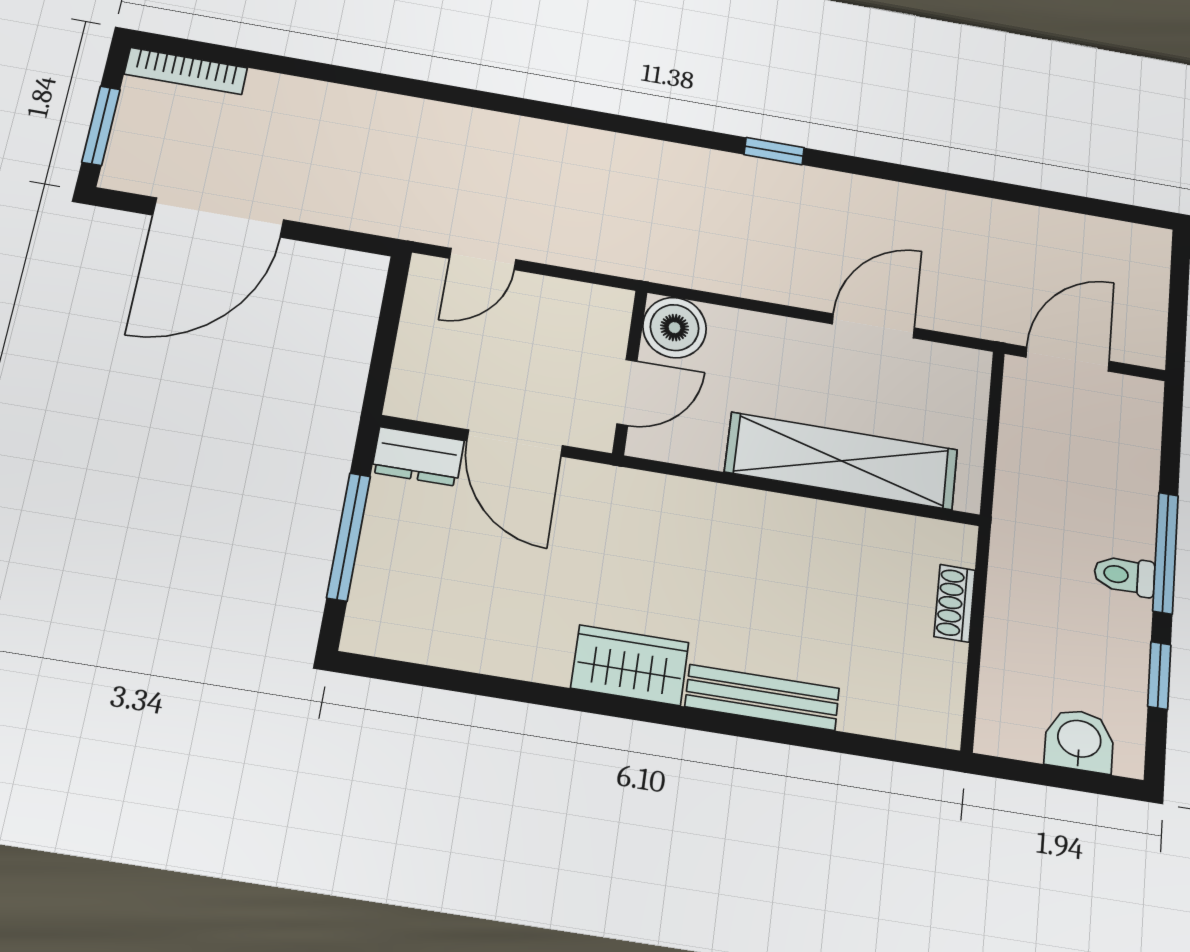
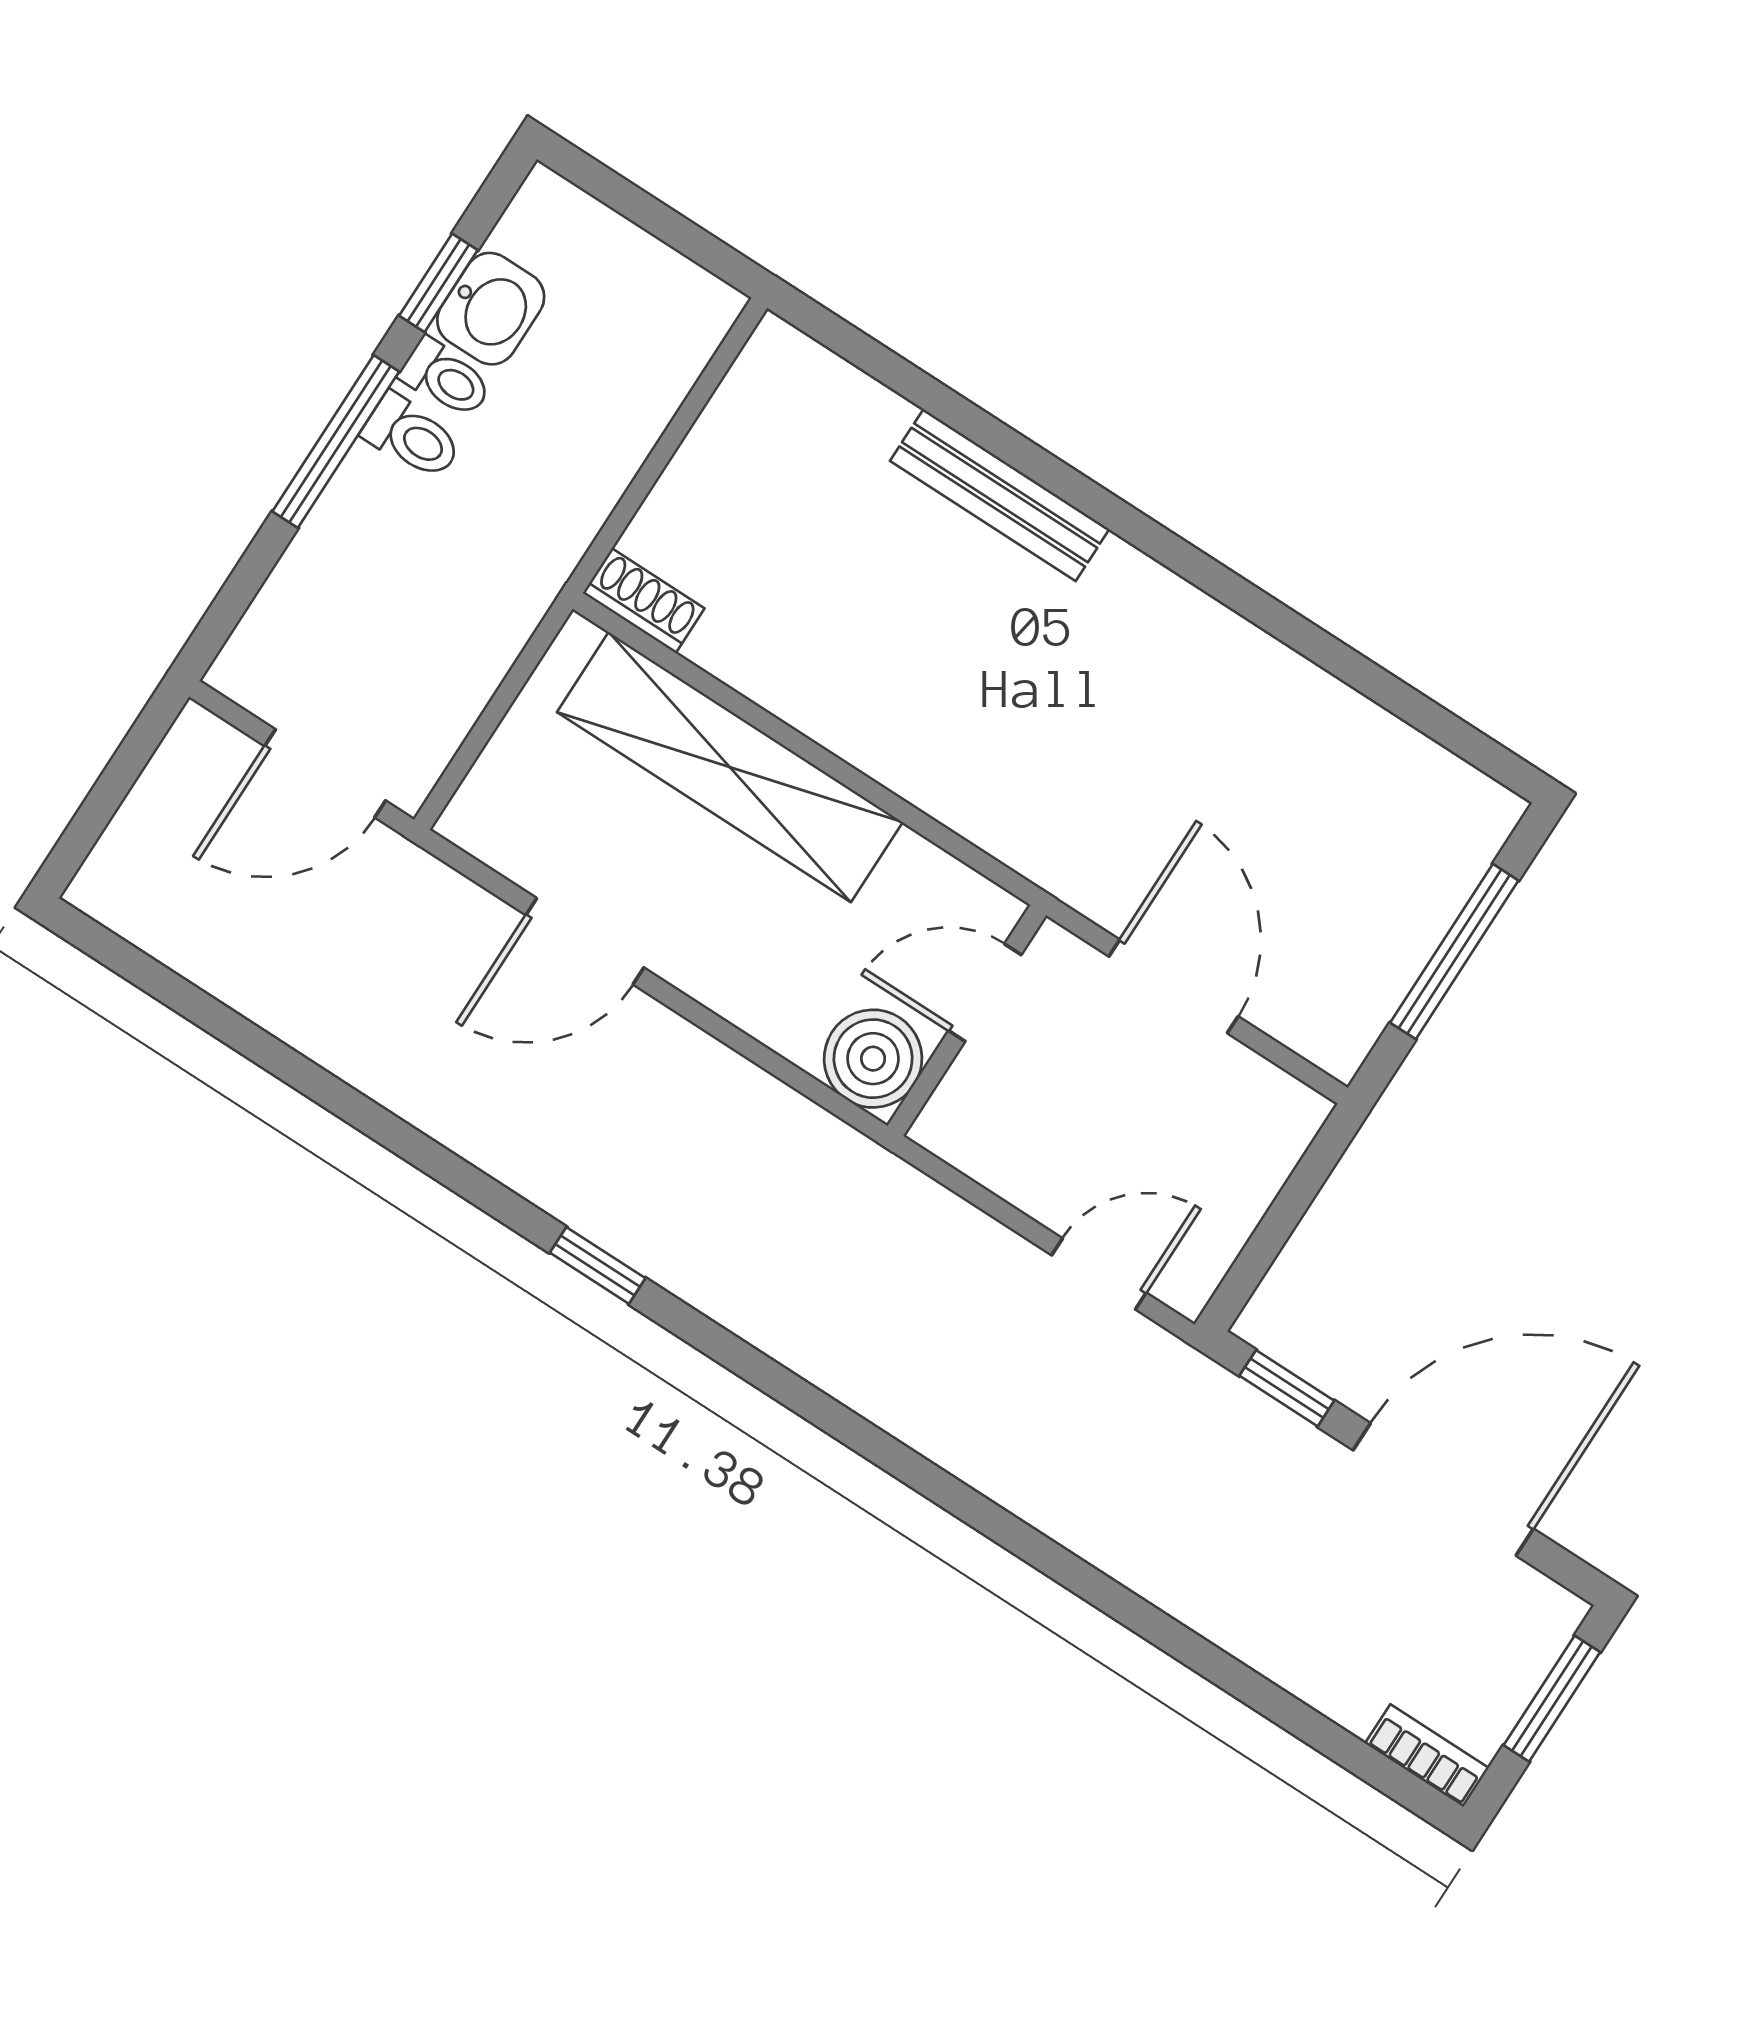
bookcase: (186, 71) -> (1427, 1756), width x0.64
window: (340, 238) -> (1287, 1388), added
dresser: (418, 456) -> (1314, 1024), removed
shoe rack: (955, 603) -> (644, 601), moved, turned -90
toilet: (1124, 619) -> (446, 378), added
wardrobe: (630, 665) -> (1157, 615), removed
washbasin: (1079, 740) -> (491, 309), moved, turned -90

